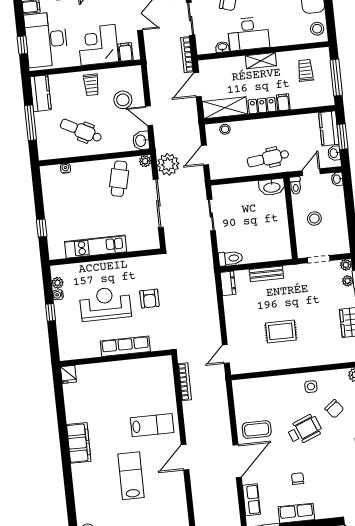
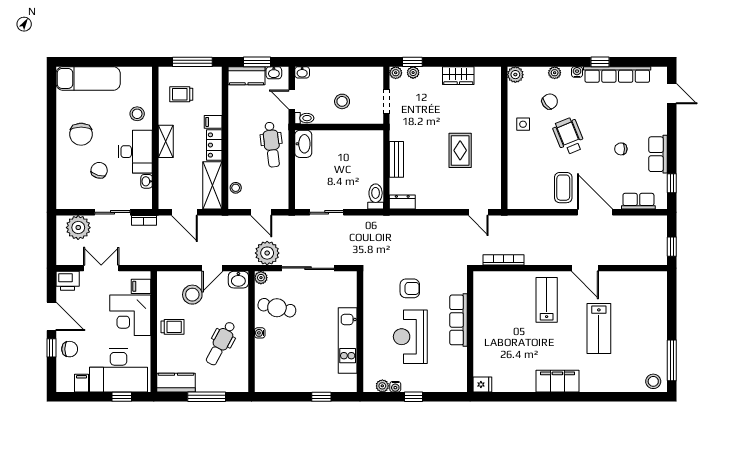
stool: (317, 29) -> (137, 114), moved
bookcase: (187, 55) -> (144, 220), width x0.64
water cooler: (65, 168) -> (260, 333), moved
lab bench: (131, 476) -> (599, 329), turned -90

